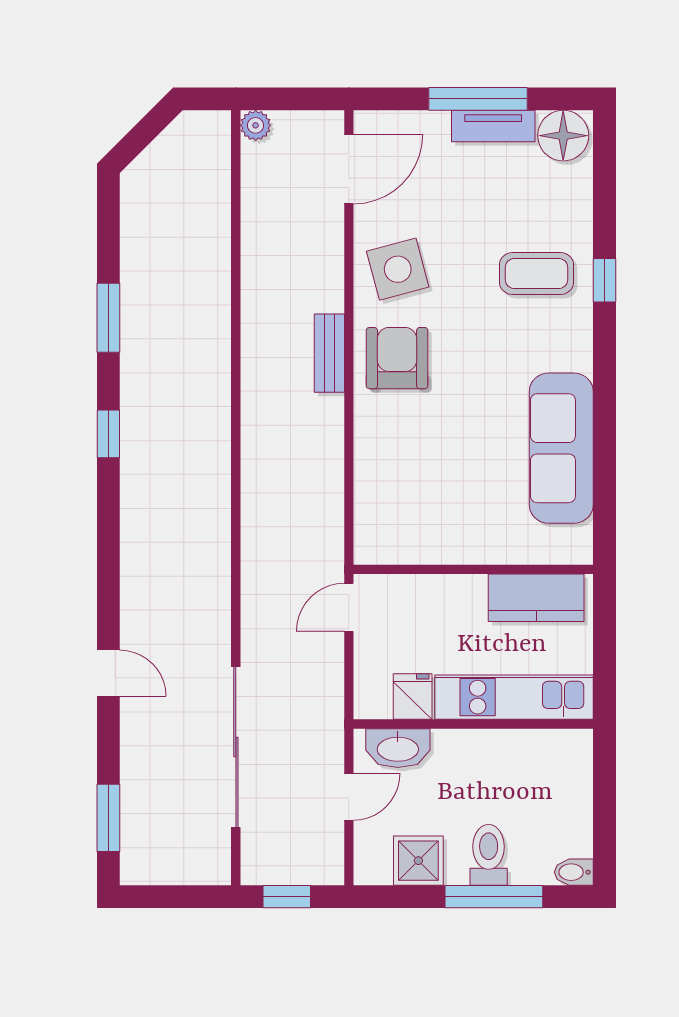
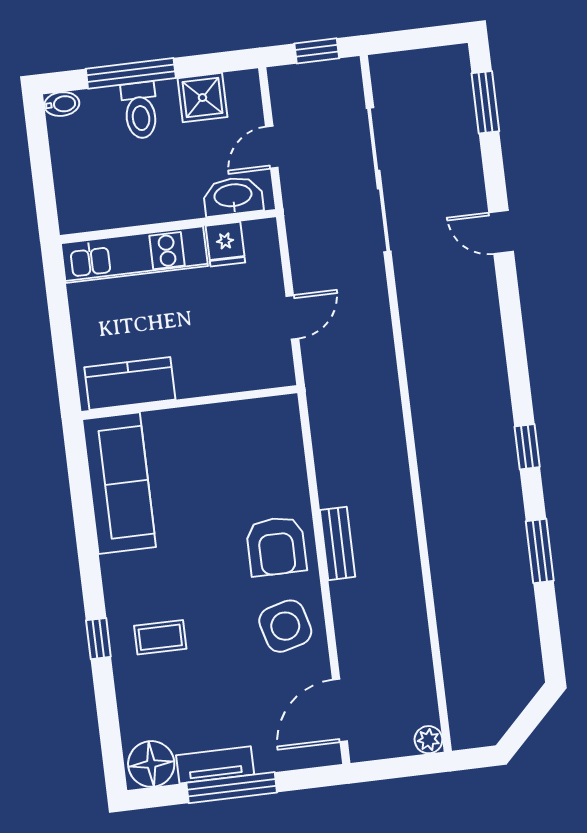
coffee table: (537, 274) -> (160, 637), width x0.73, depth x0.77
wall: (473, 569) -> (189, 402), moved
kitchen counter: (536, 598) -> (130, 383), moved

